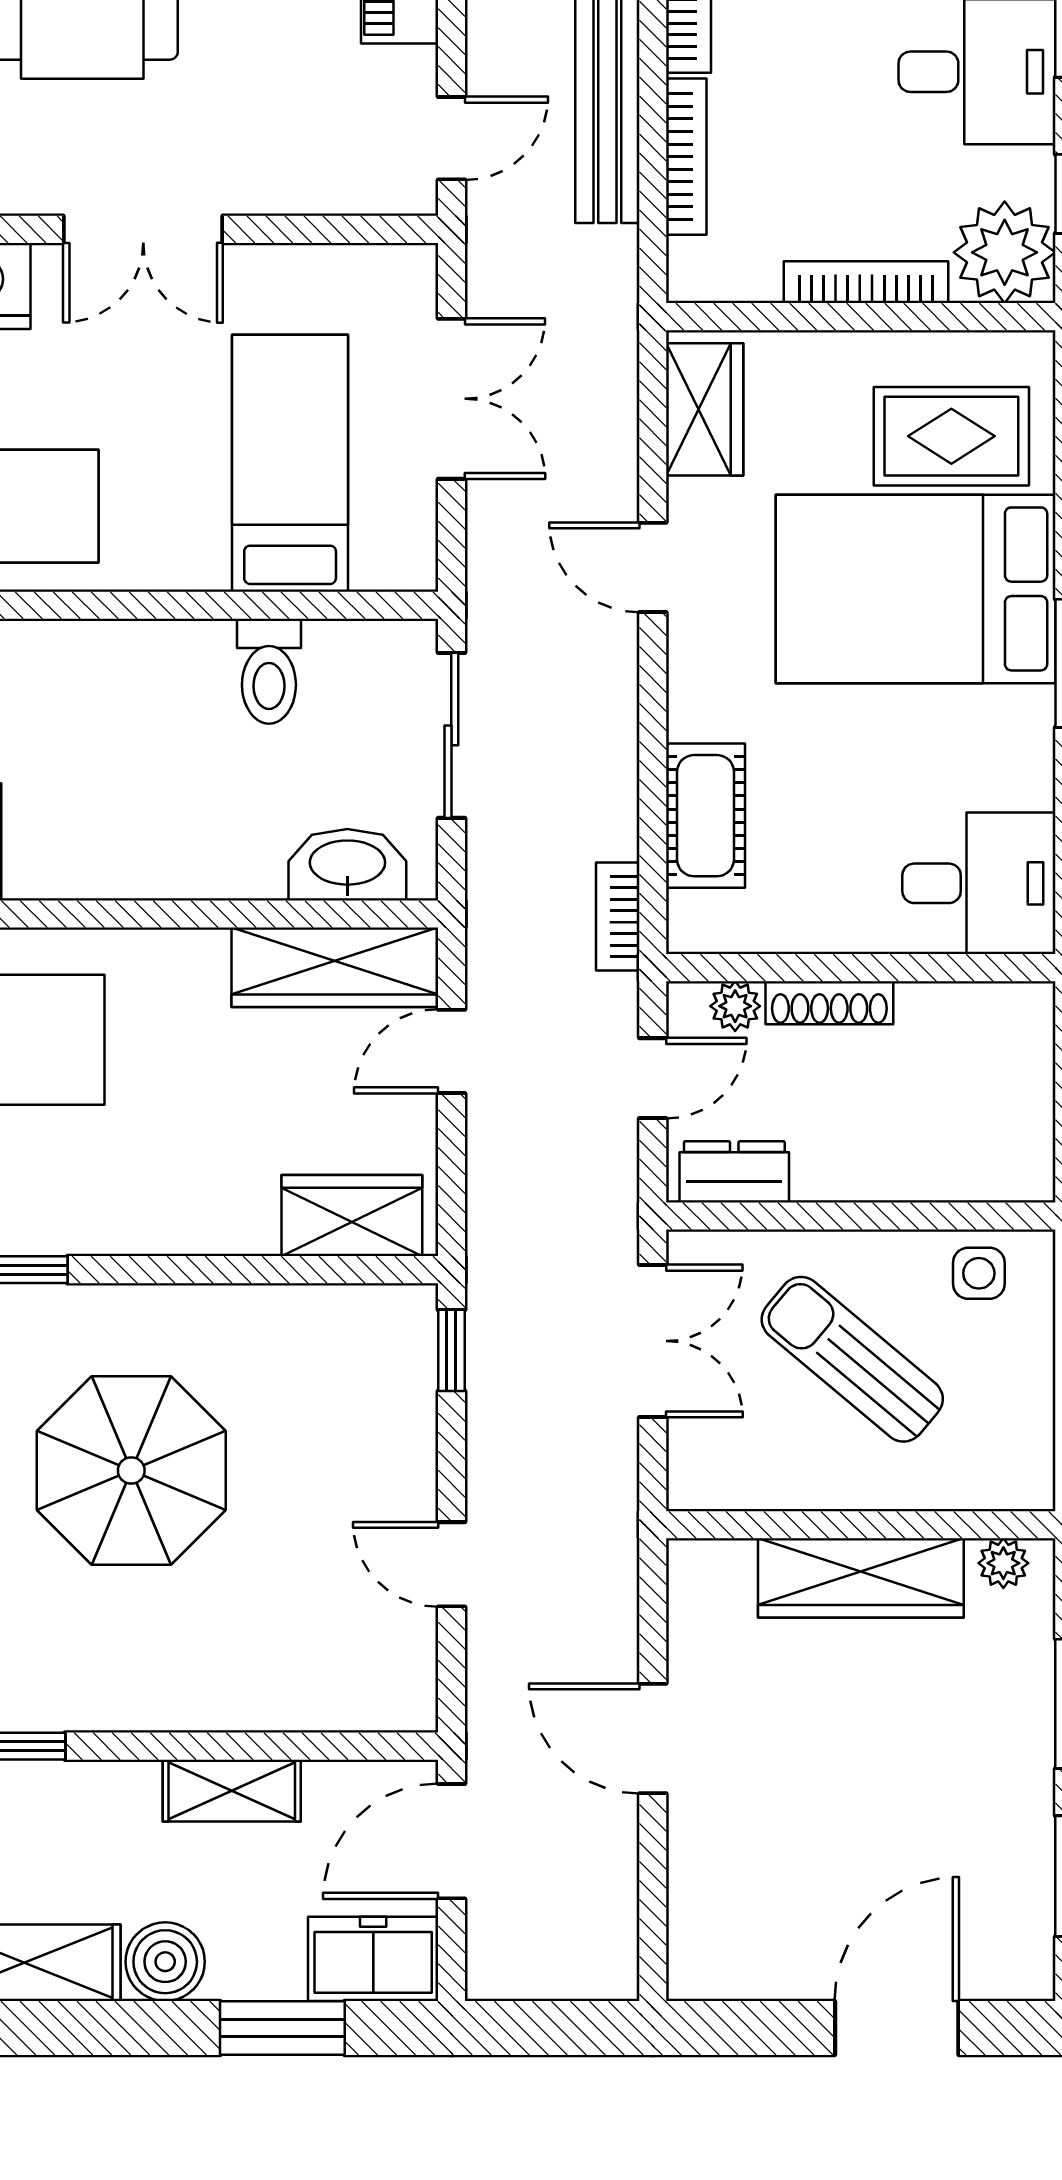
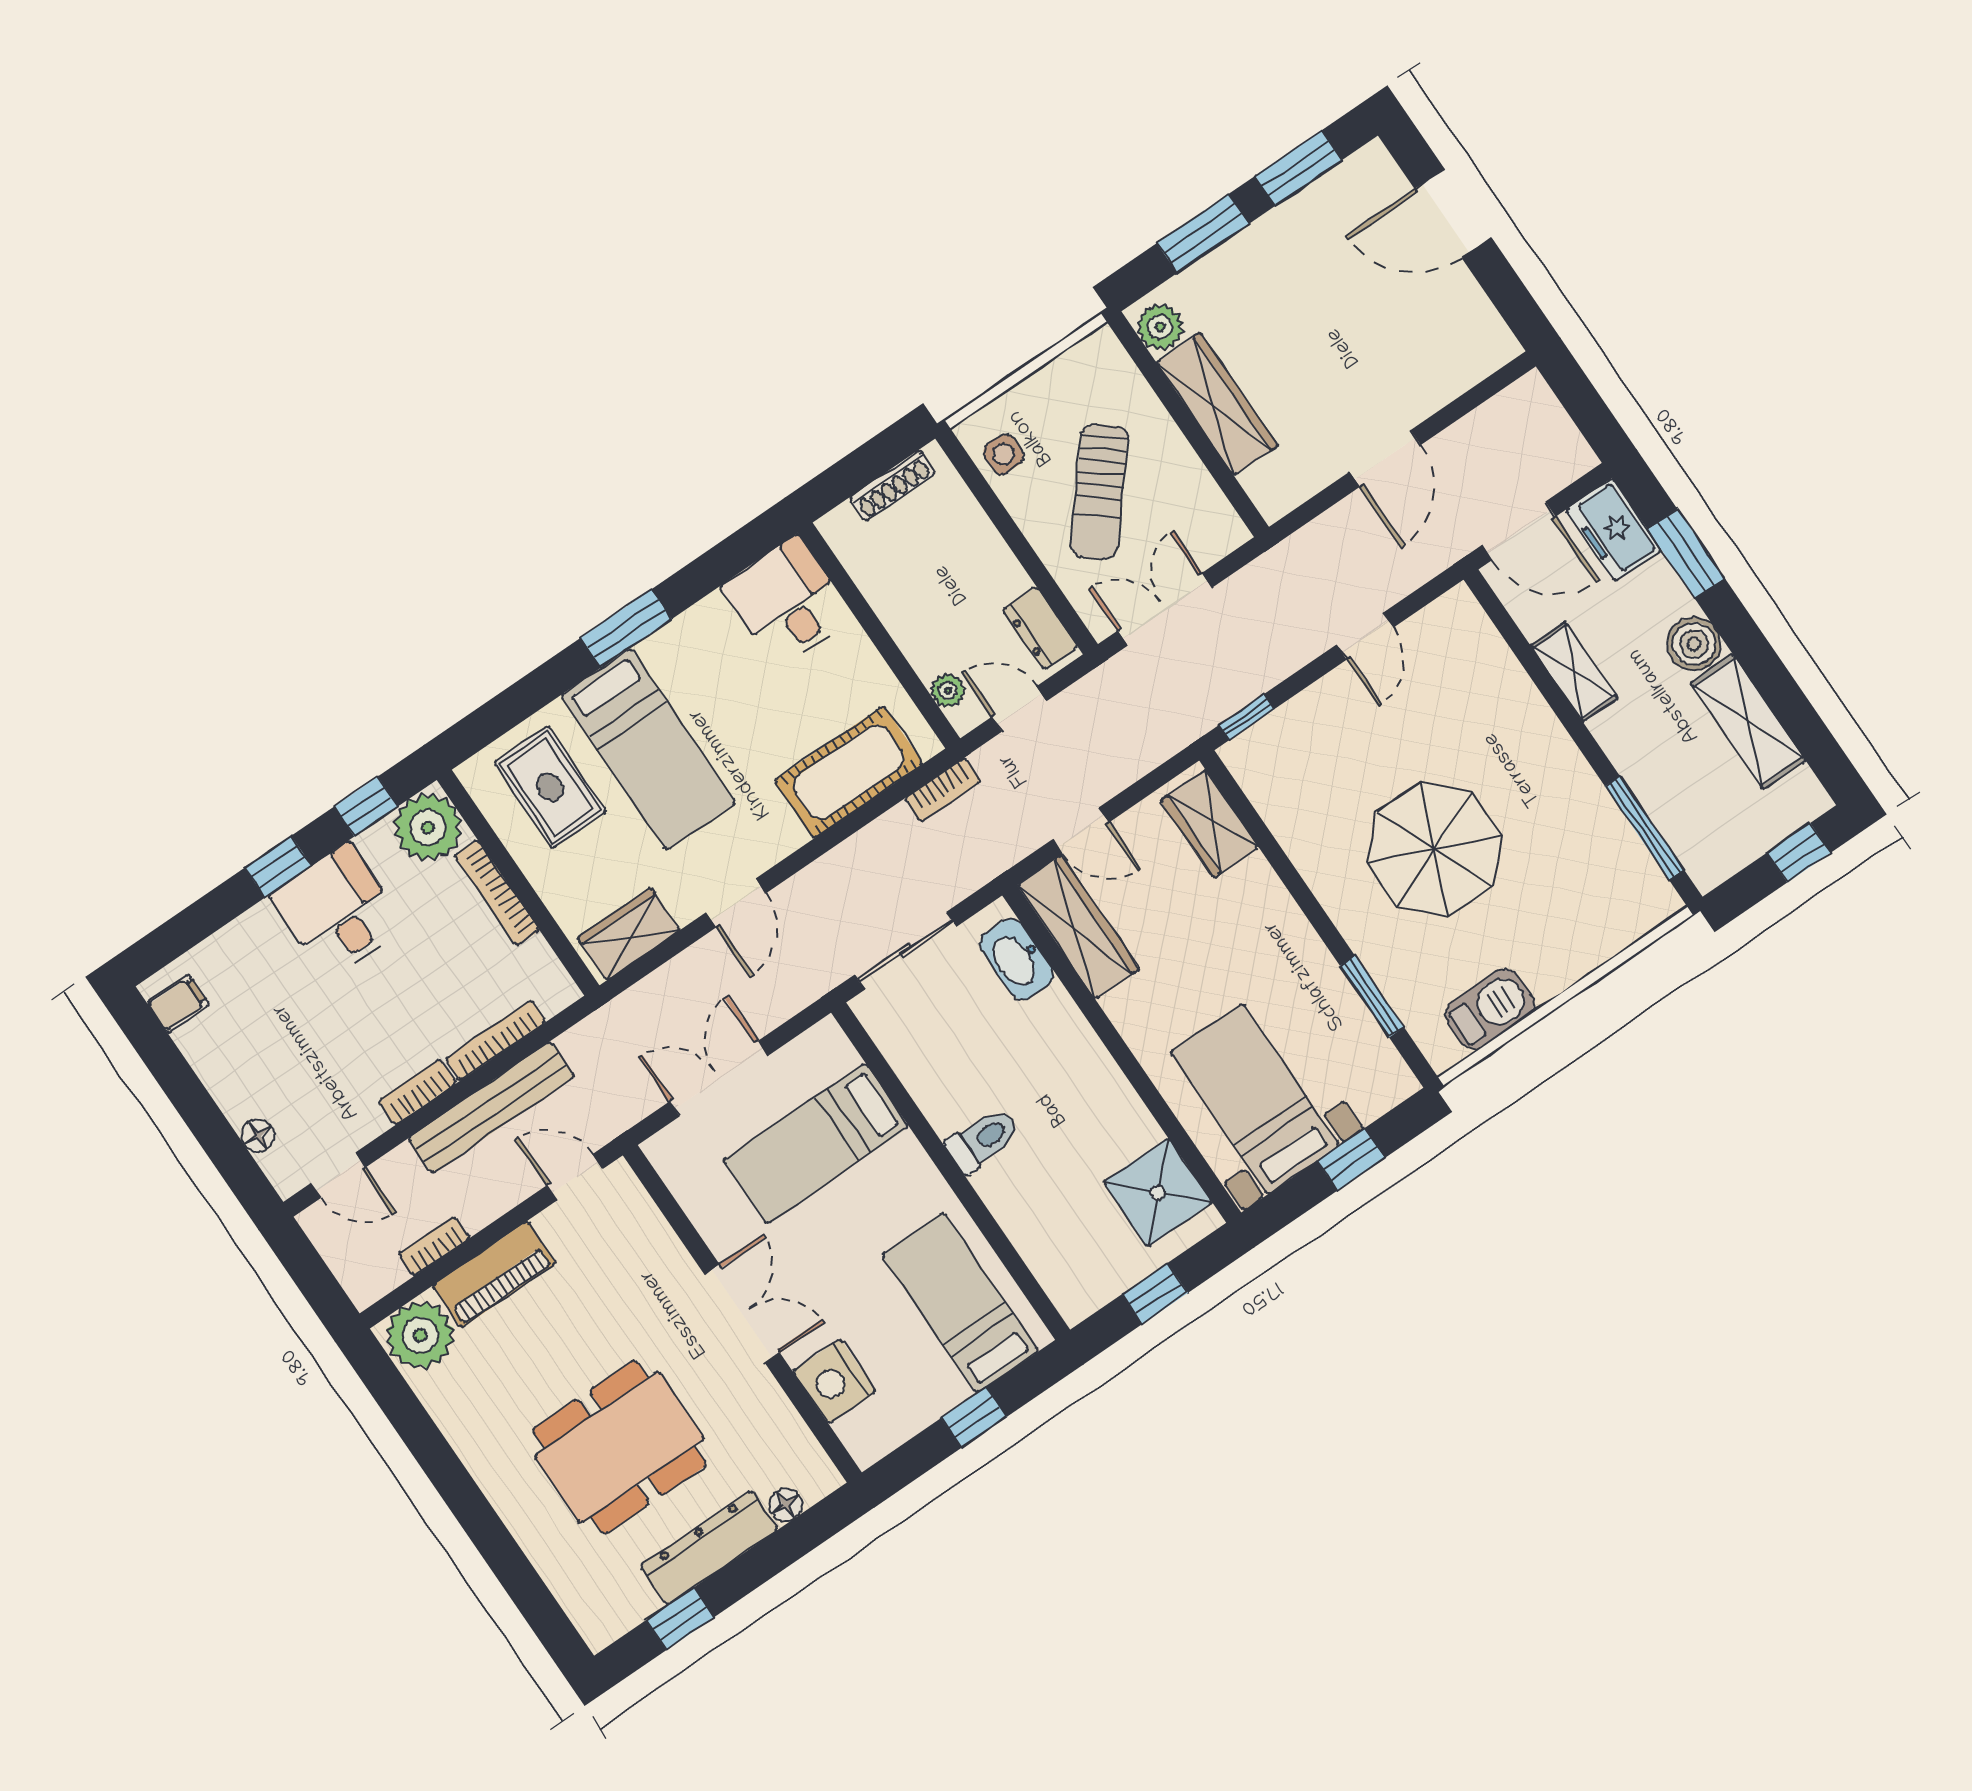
bed: (916, 589) -> (648, 749), width x0.67
toilet: (269, 671) -> (983, 1140), moved
cot: (705, 816) -> (849, 772), width x1.37, depth x1.34
shoe rack: (829, 1003) -> (892, 486), moved, turned 90
plant: (1003, 1563) -> (1160, 327), width x1.38, depth x1.38

